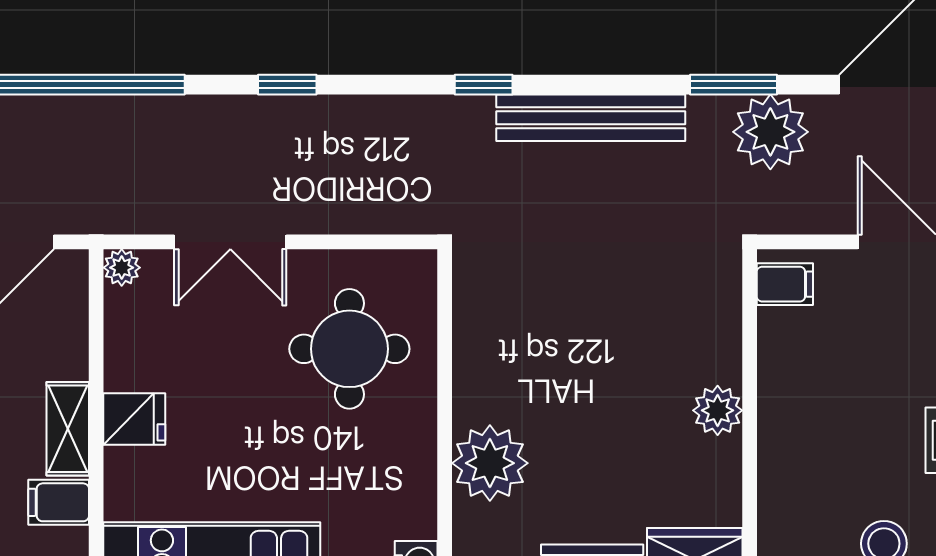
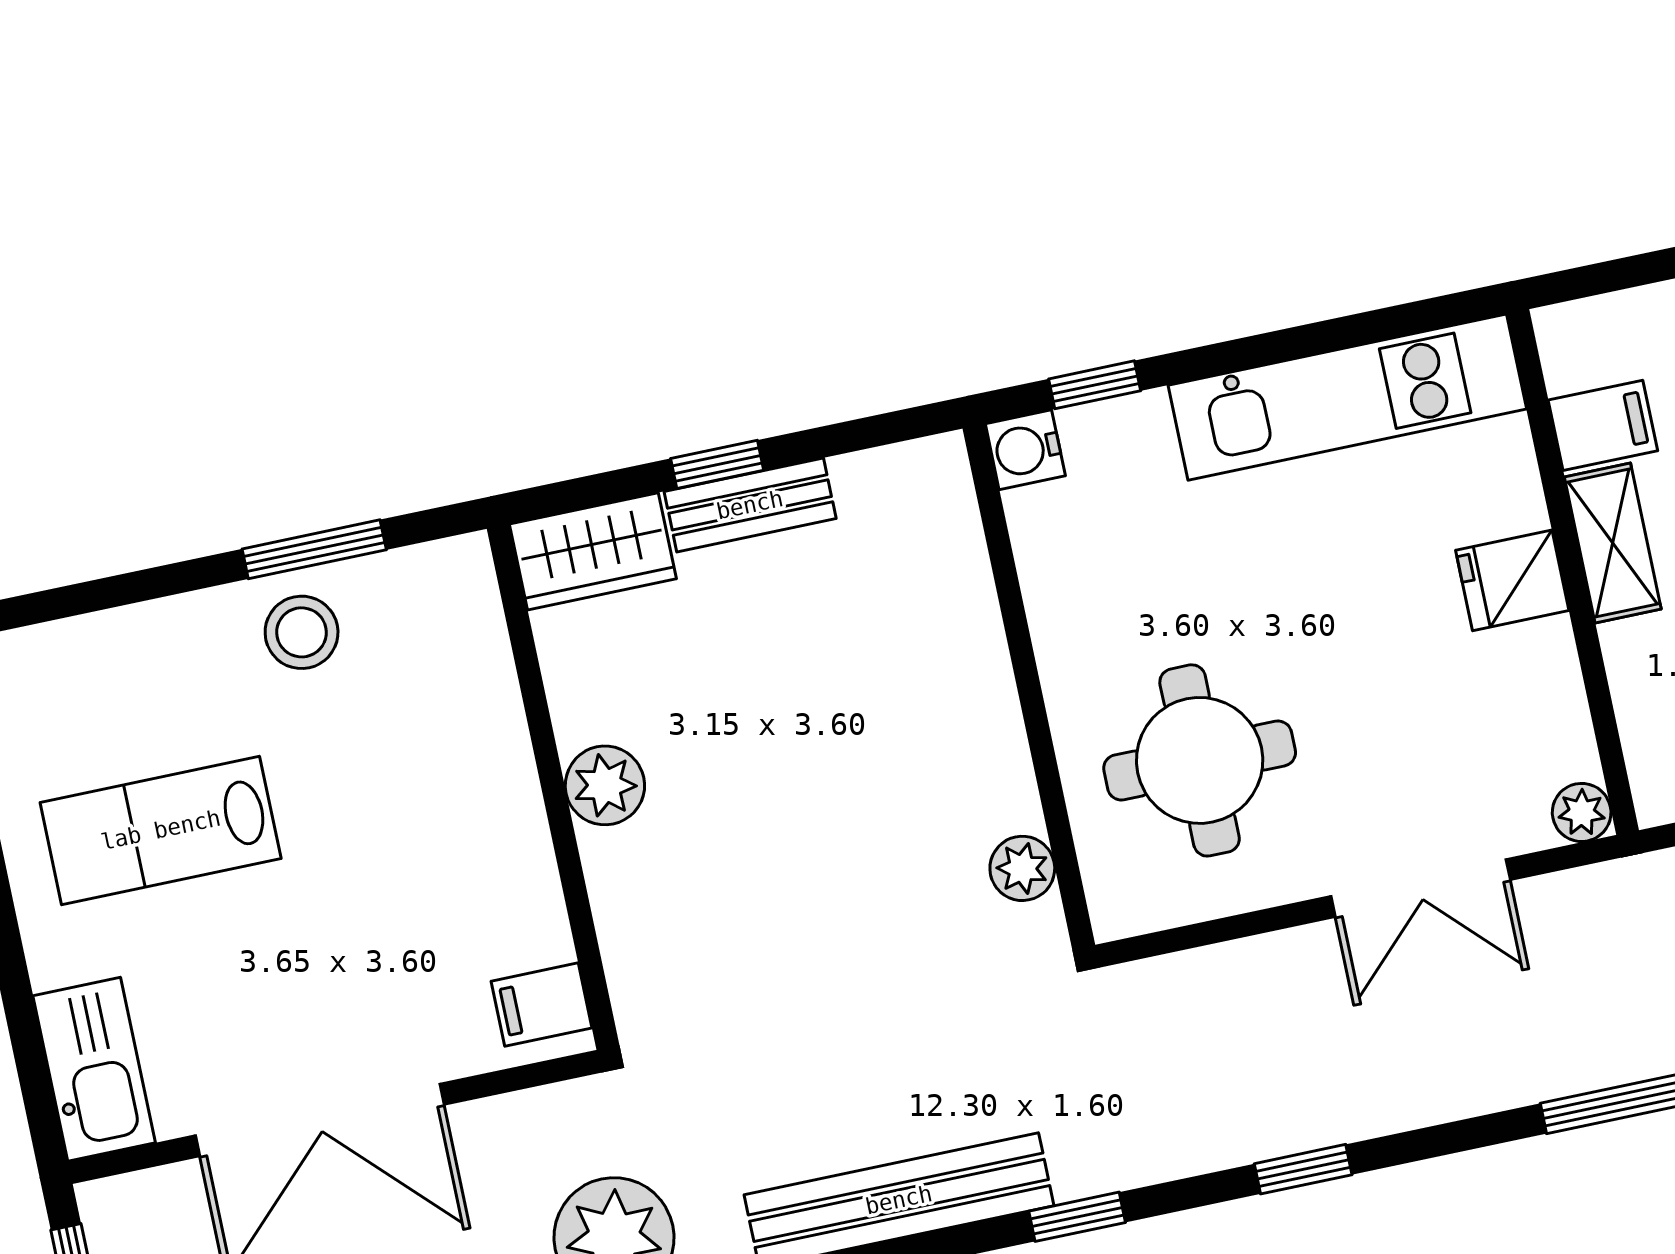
window: (287, 85) -> (1303, 1169), moved
double door: (230, 242) -> (1421, 888), swing flipped
plant: (490, 463) -> (1022, 868), moved, width x0.53, depth x0.53

